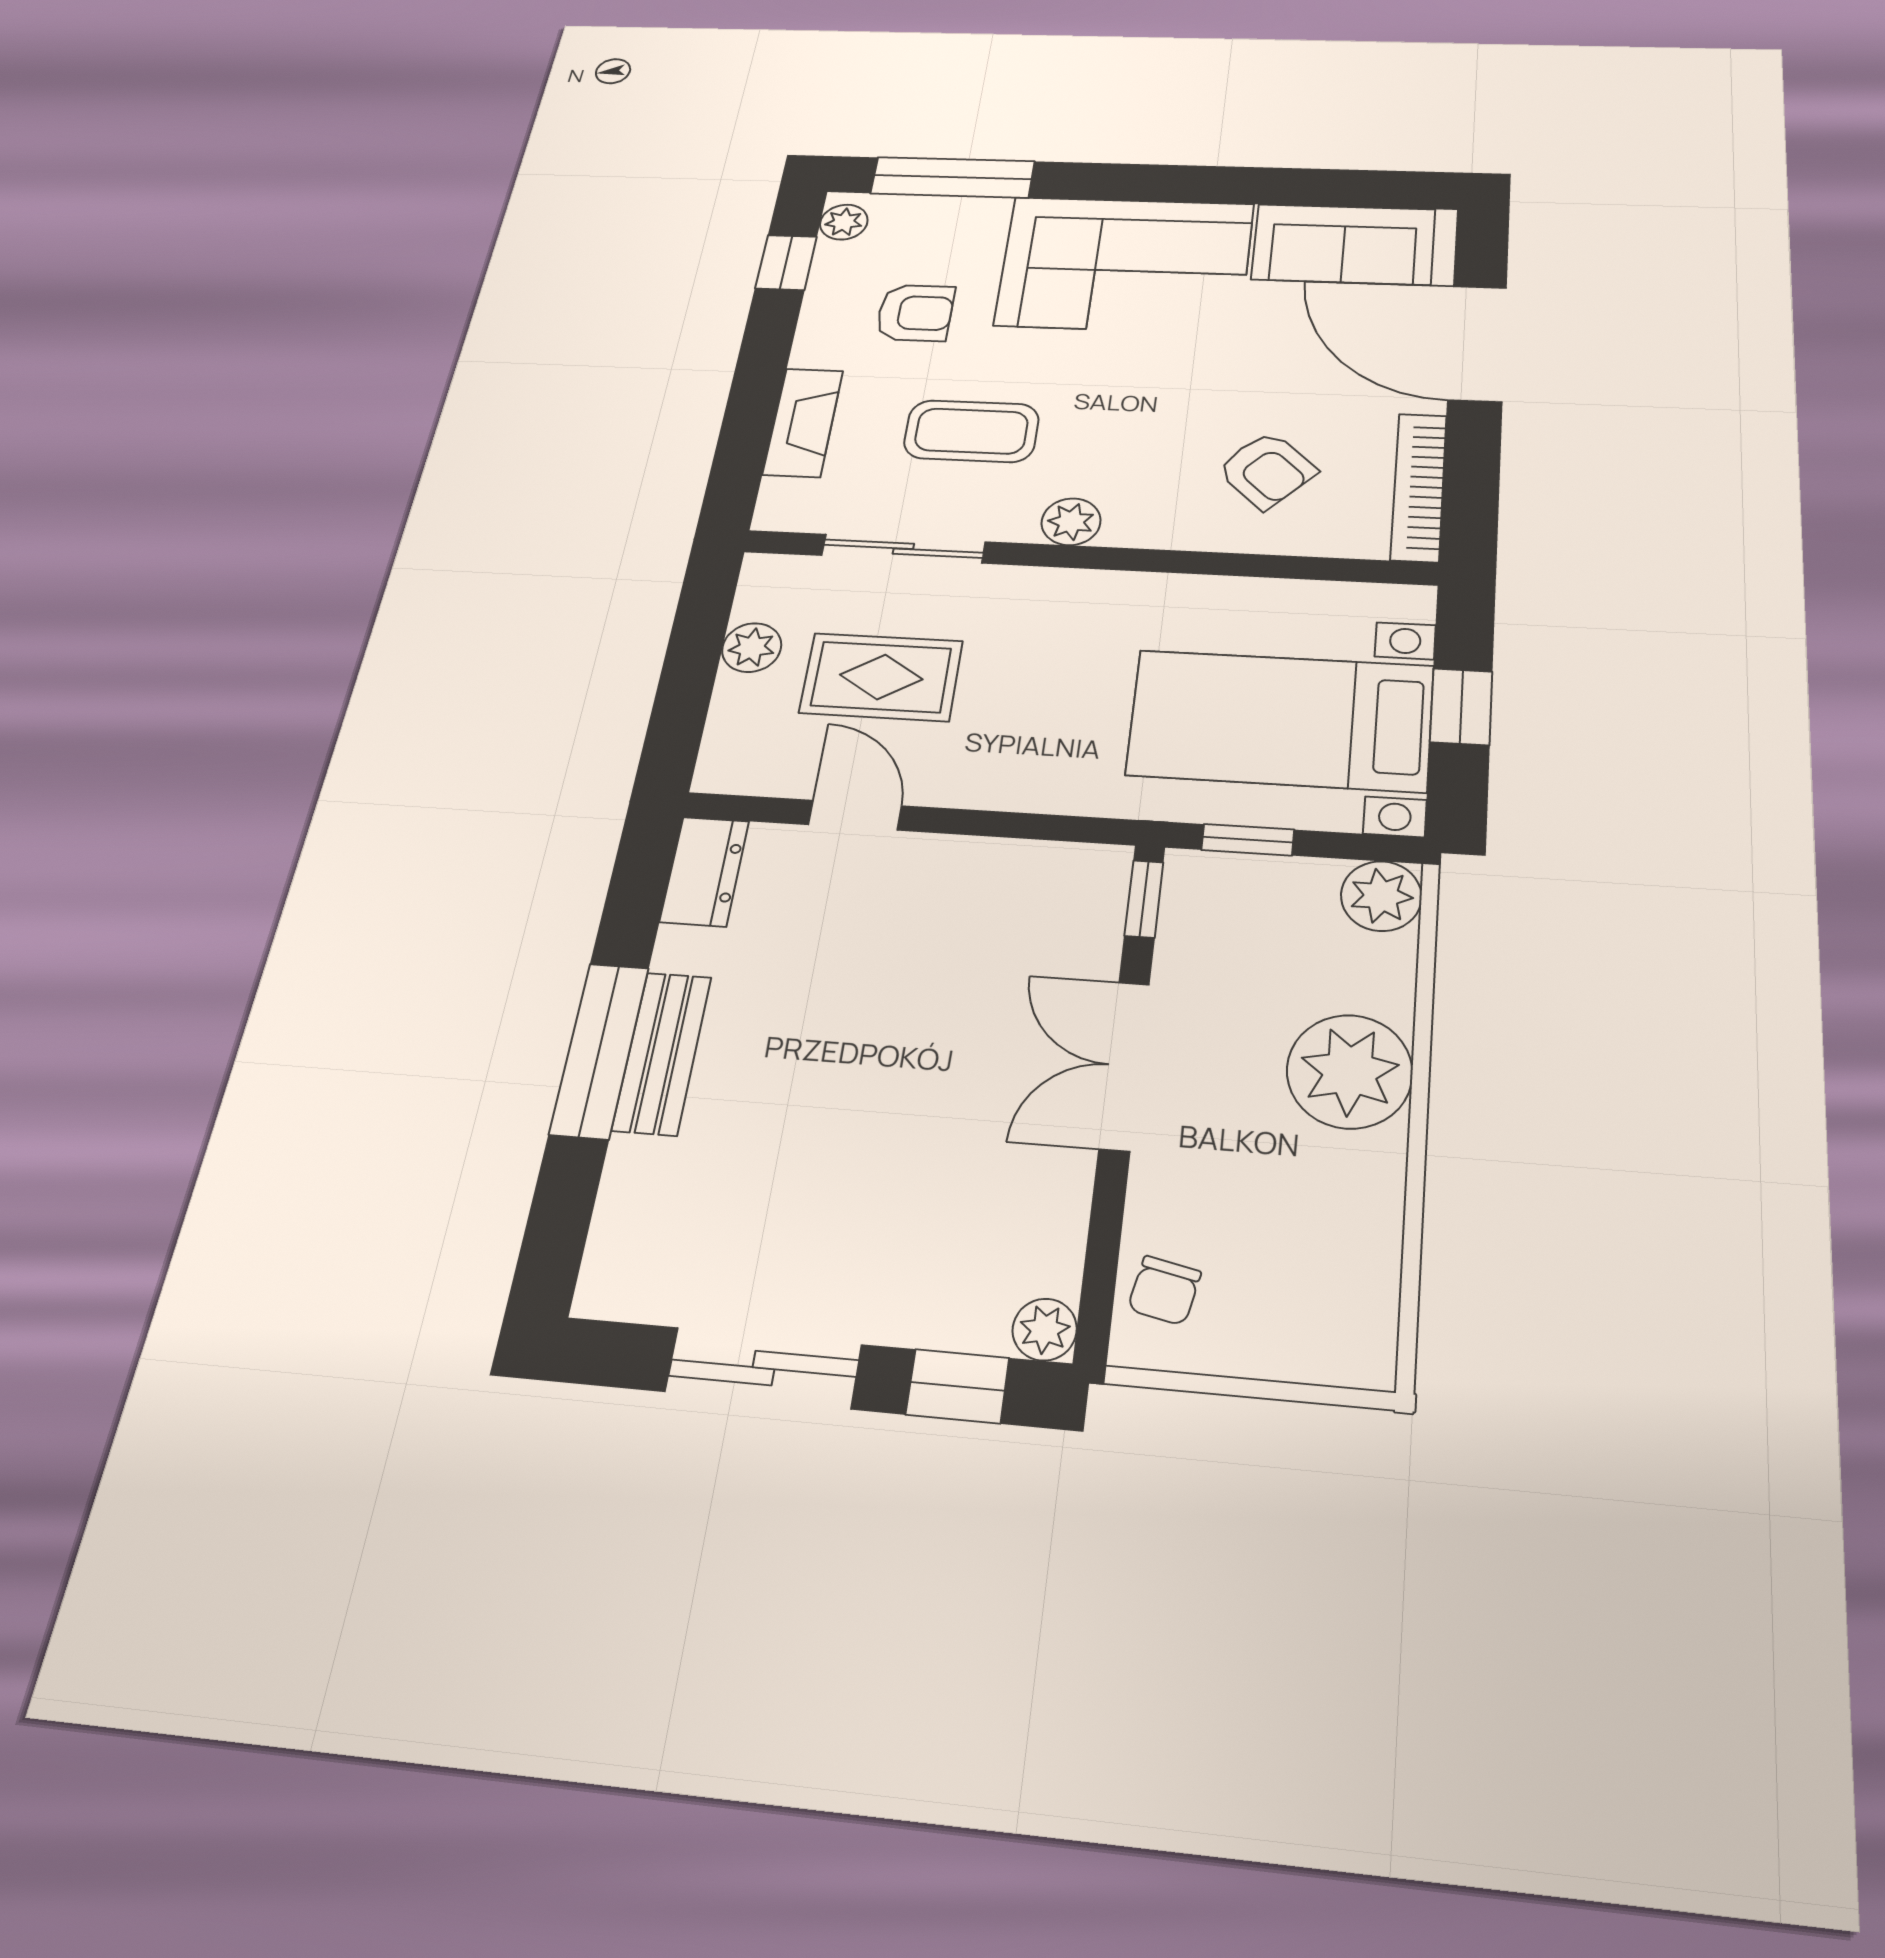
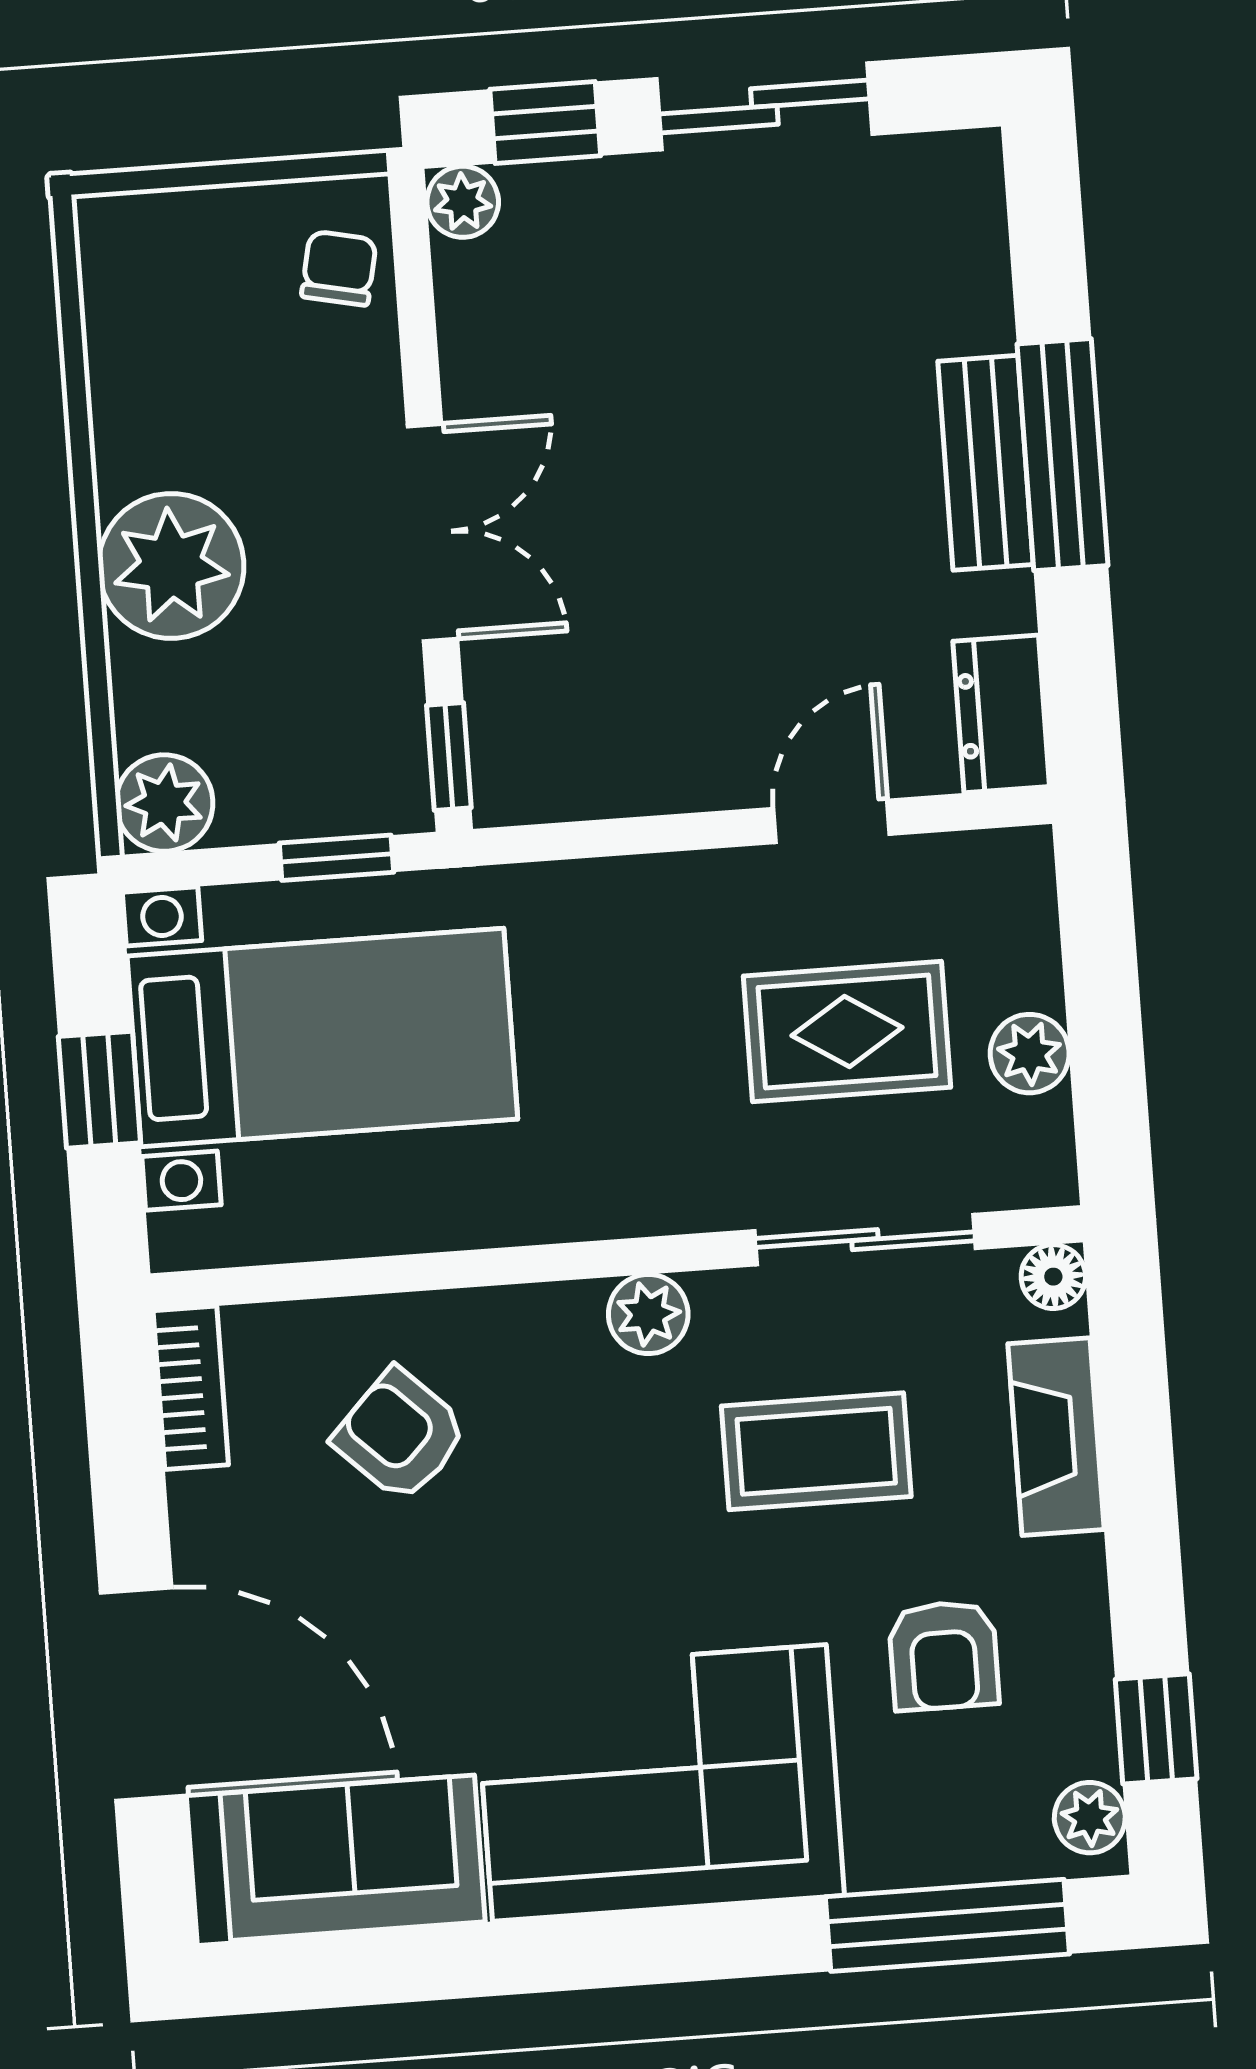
armchair: (915, 313) -> (944, 1656), turned -90
bookcase: (1419, 487) -> (191, 1388), width x0.64
floor lamp: (776, 513) -> (1053, 1277), added
door: (855, 815) -> (831, 821), swing flipped

